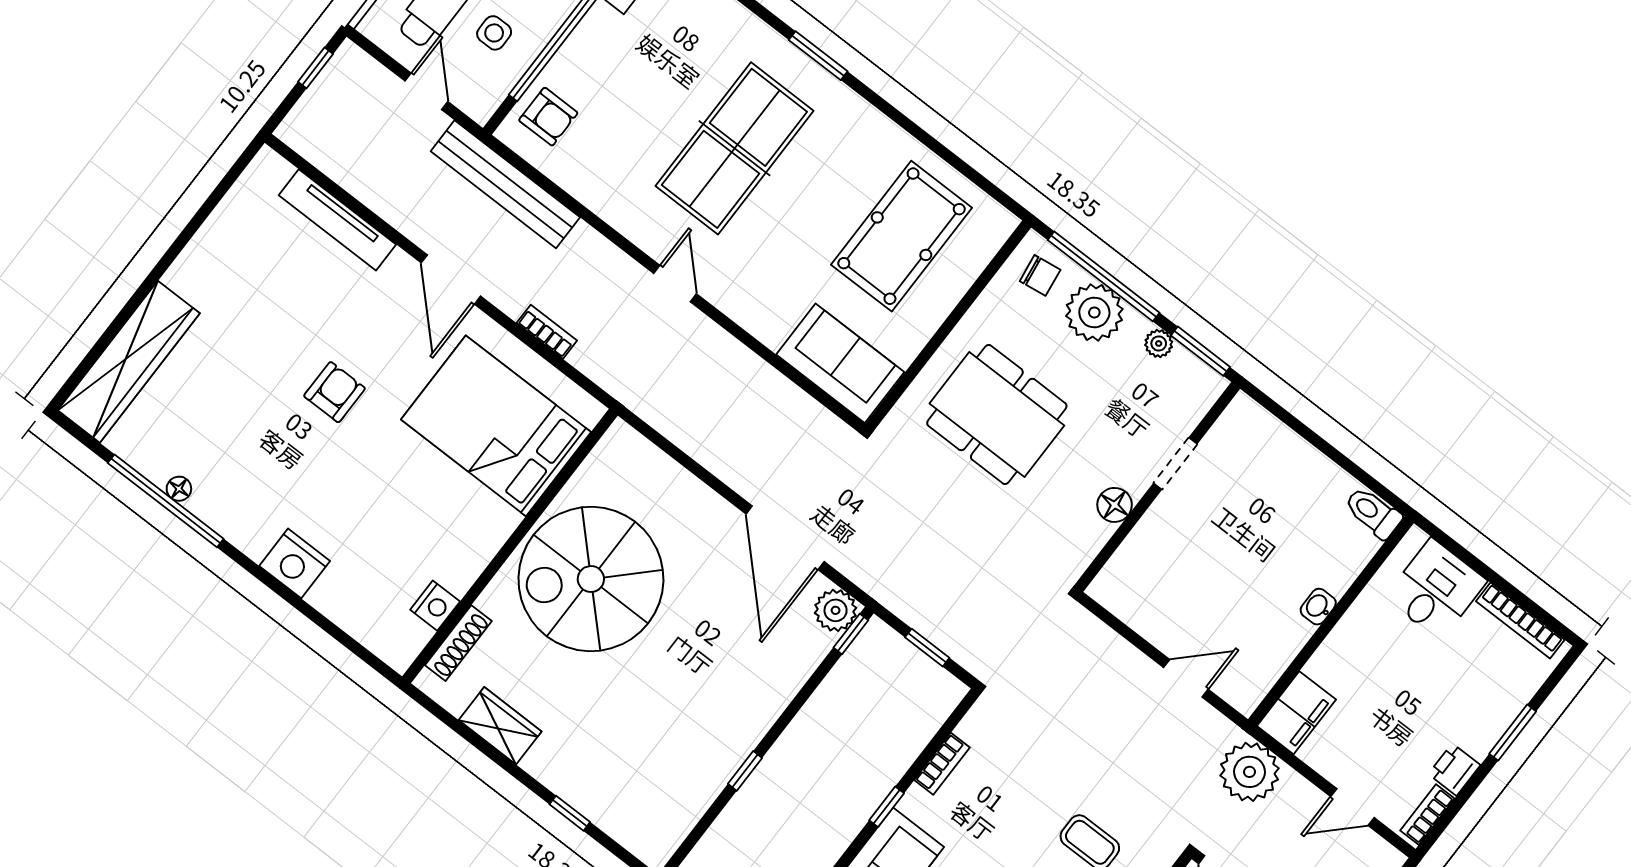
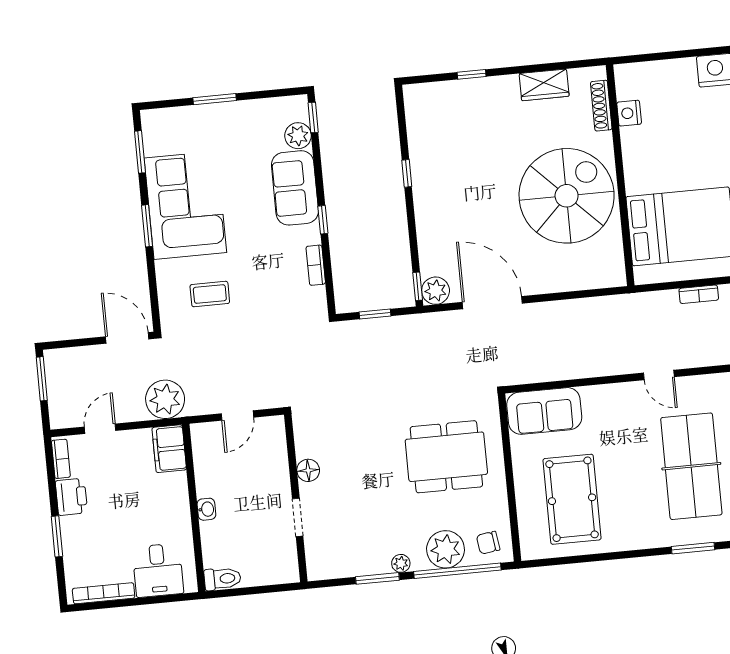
doorway: (1175, 464) -> (298, 517), moved
wall: (1157, 487) -> (296, 498), moved
floor lamp: (1115, 505) -> (308, 470), moved
printer: (1454, 770) -> (71, 497), width x1.36, depth x1.24

